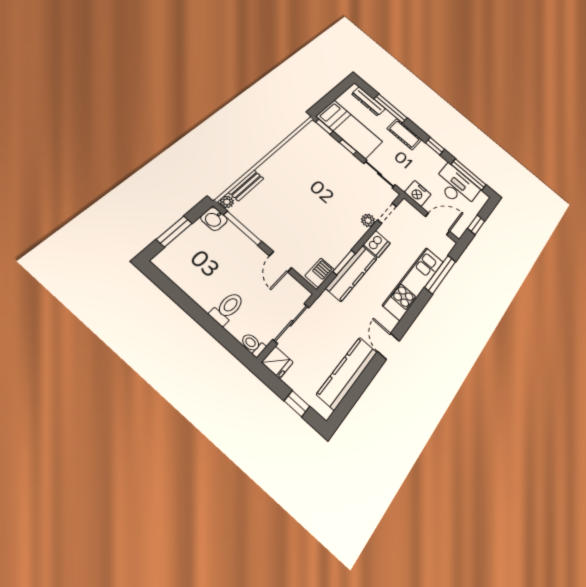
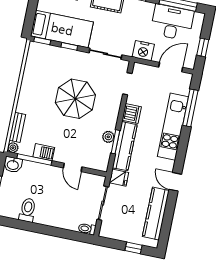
parasol: (326, 195) -> (75, 99), added
plant: (368, 220) -> (108, 137), moved
barbecue: (320, 273) -> (44, 152), moved, turned 90
toilet: (227, 308) -> (28, 210), moved
fridge: (277, 362) -> (119, 178), moved

